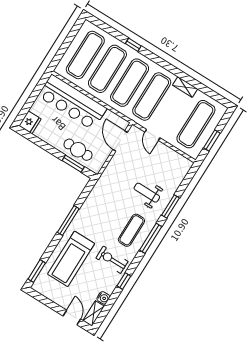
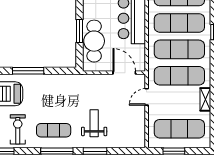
door: (120, 141) -> (124, 73), hinge flipped
cafe table: (78, 150) -> (94, 41), width x1.37, depth x1.35
window: (73, 164) -> (80, 31), moved

